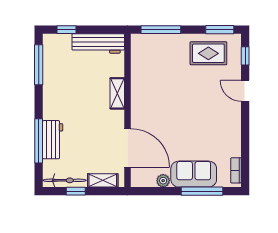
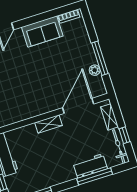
shelving: (117, 93) -> (49, 124), moved
sofa: (194, 174) -> (42, 32), moved, turned -90
window: (202, 191) -> (100, 58), moved

